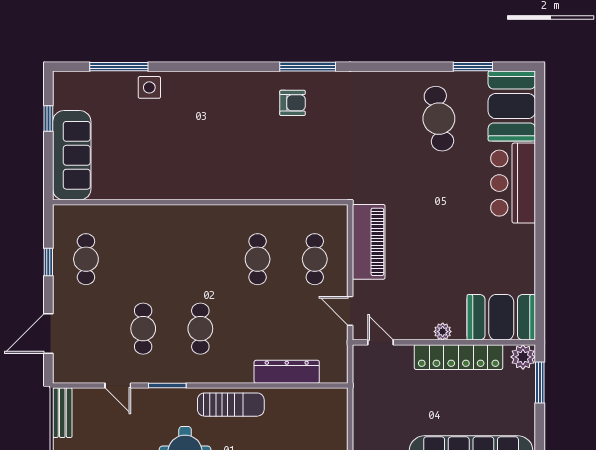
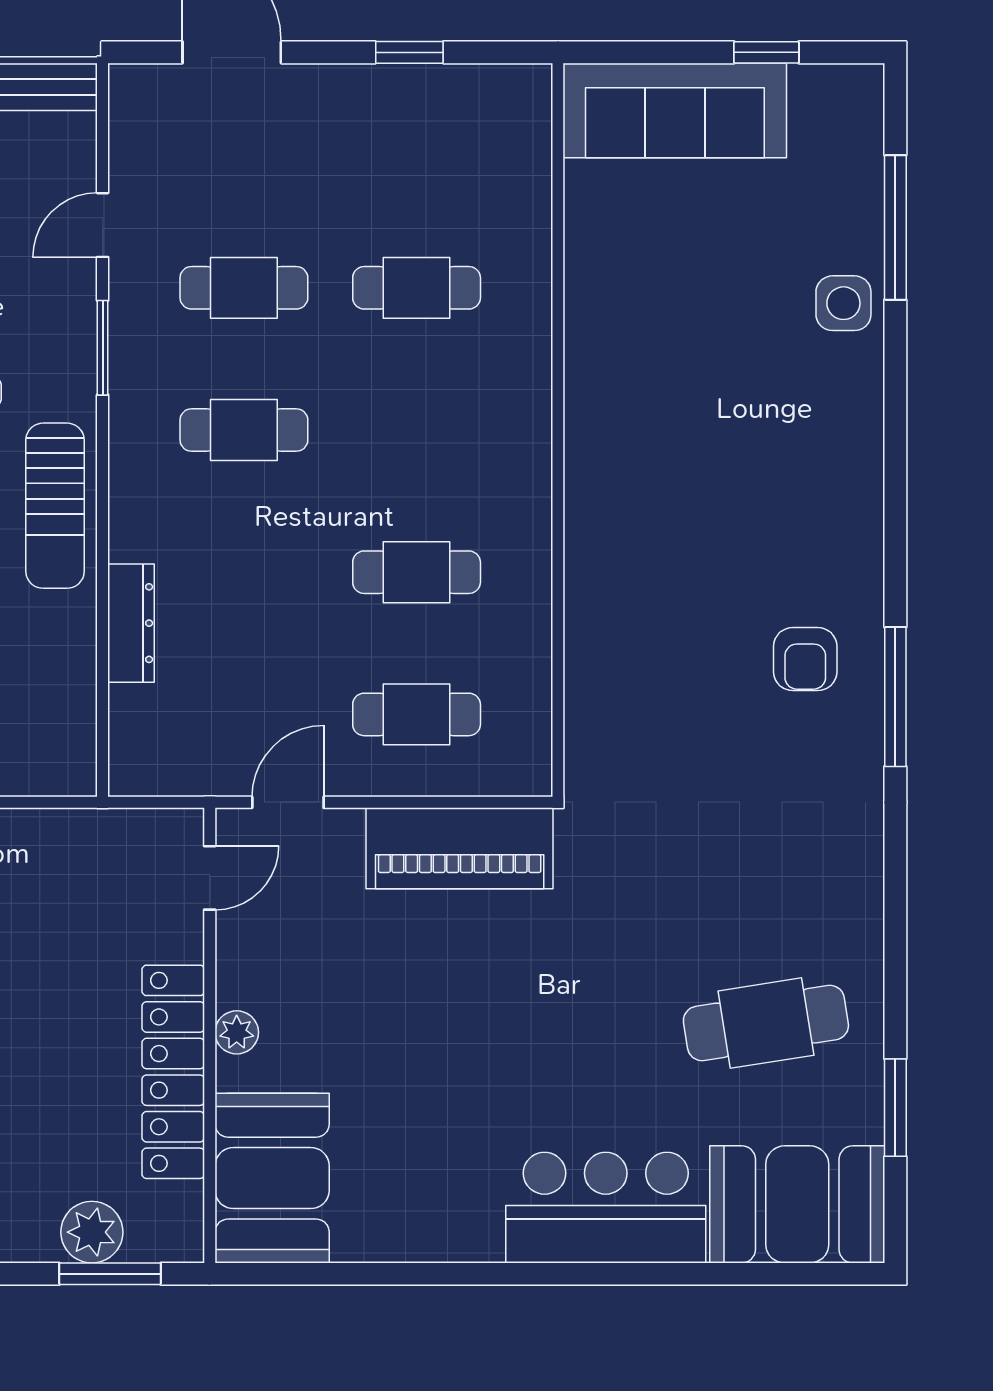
cafe table: (86, 259) -> (417, 288), moved
plant: (523, 357) -> (92, 1232), moved
dresser: (287, 372) -> (131, 623), width x0.73, depth x0.80

